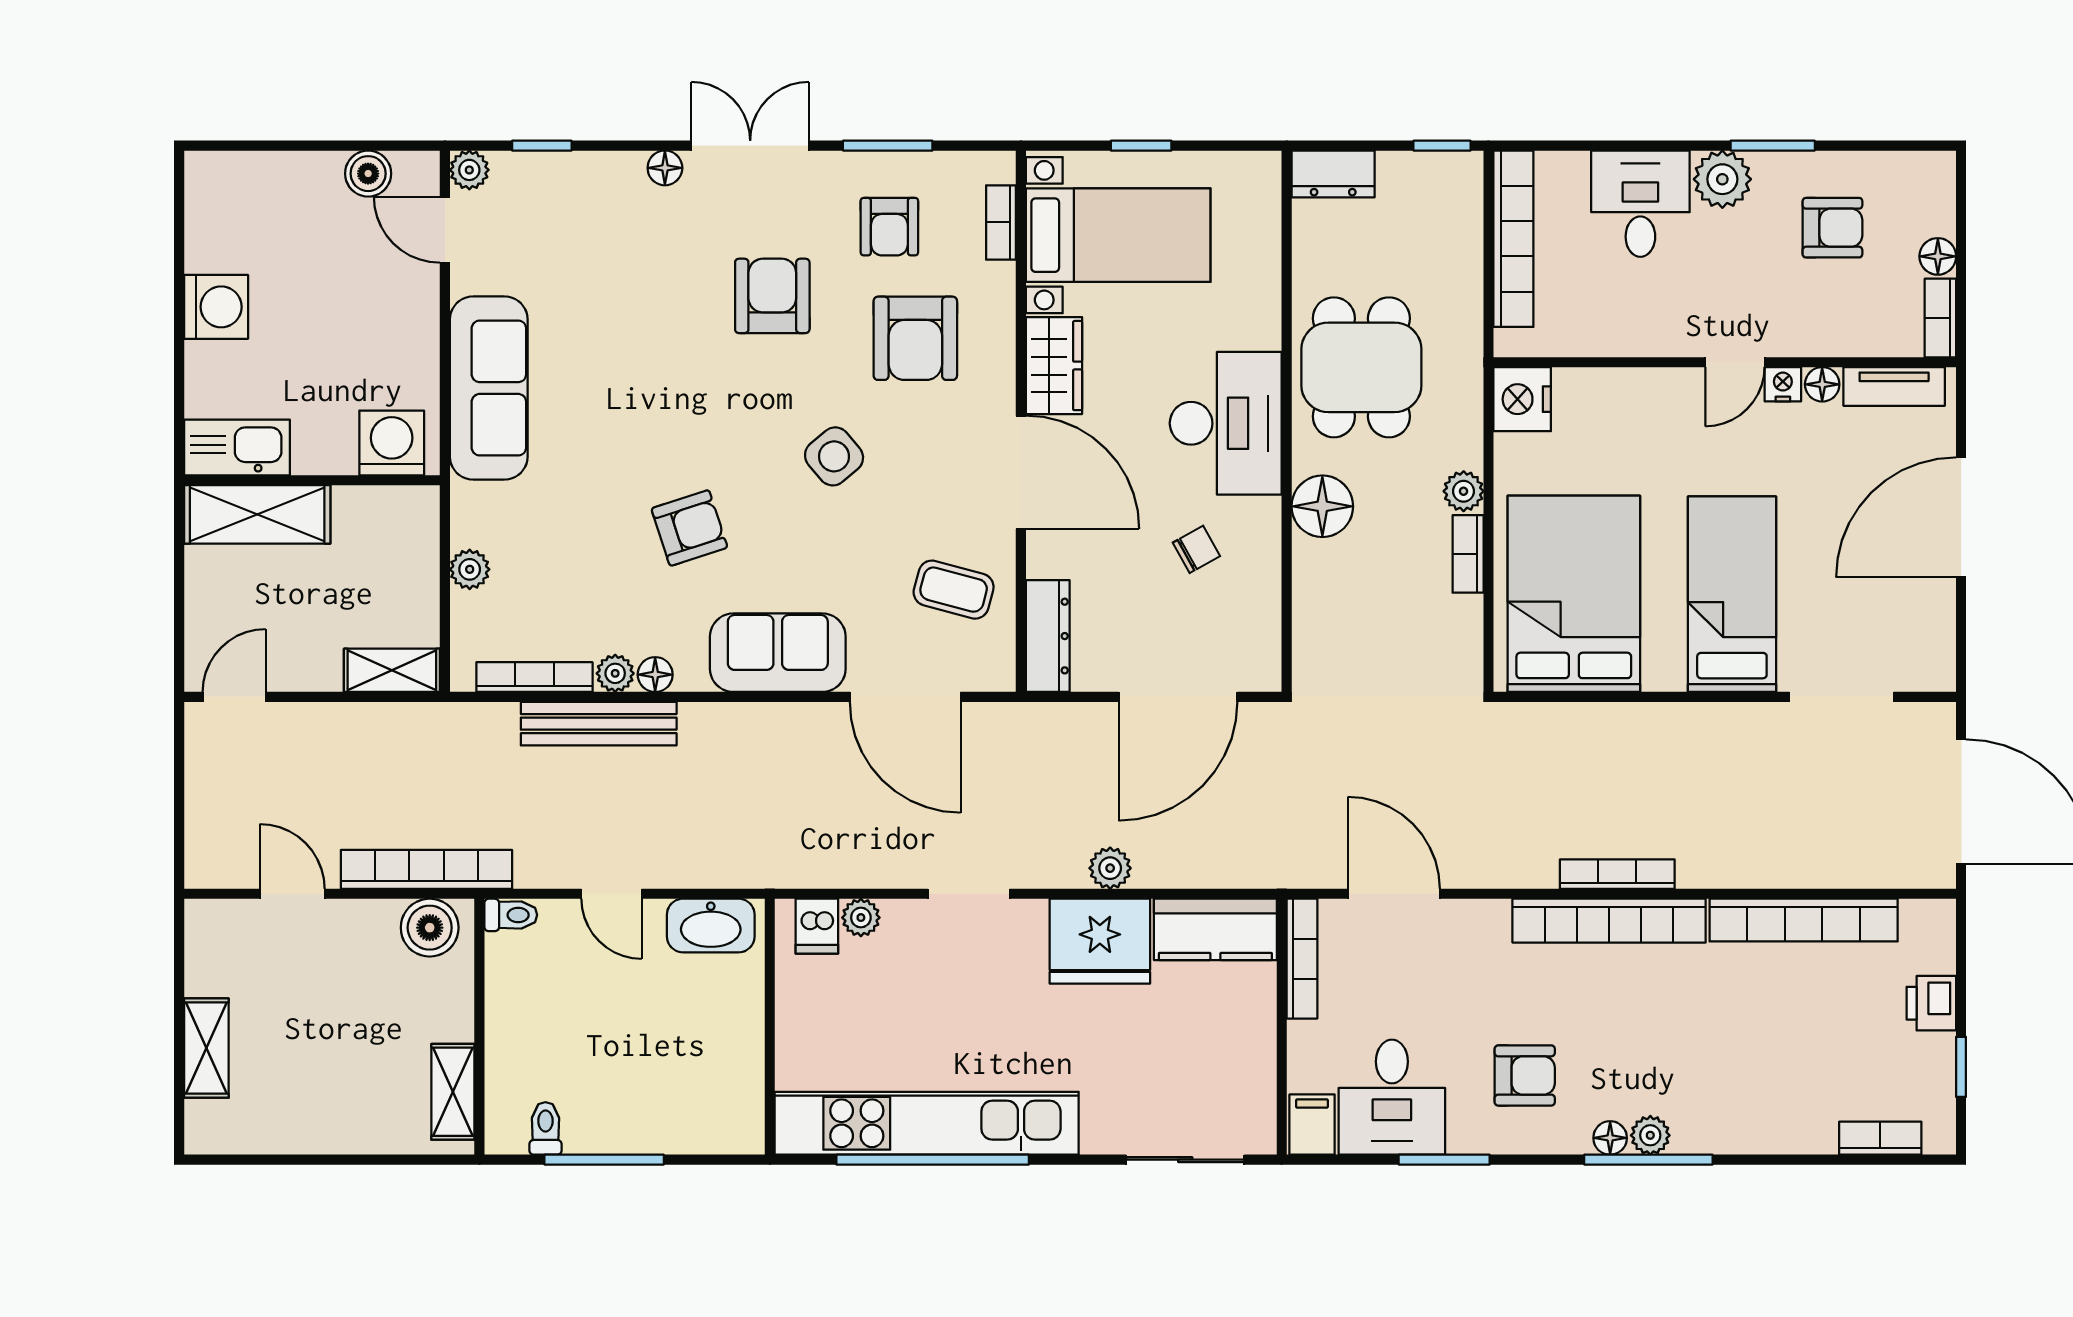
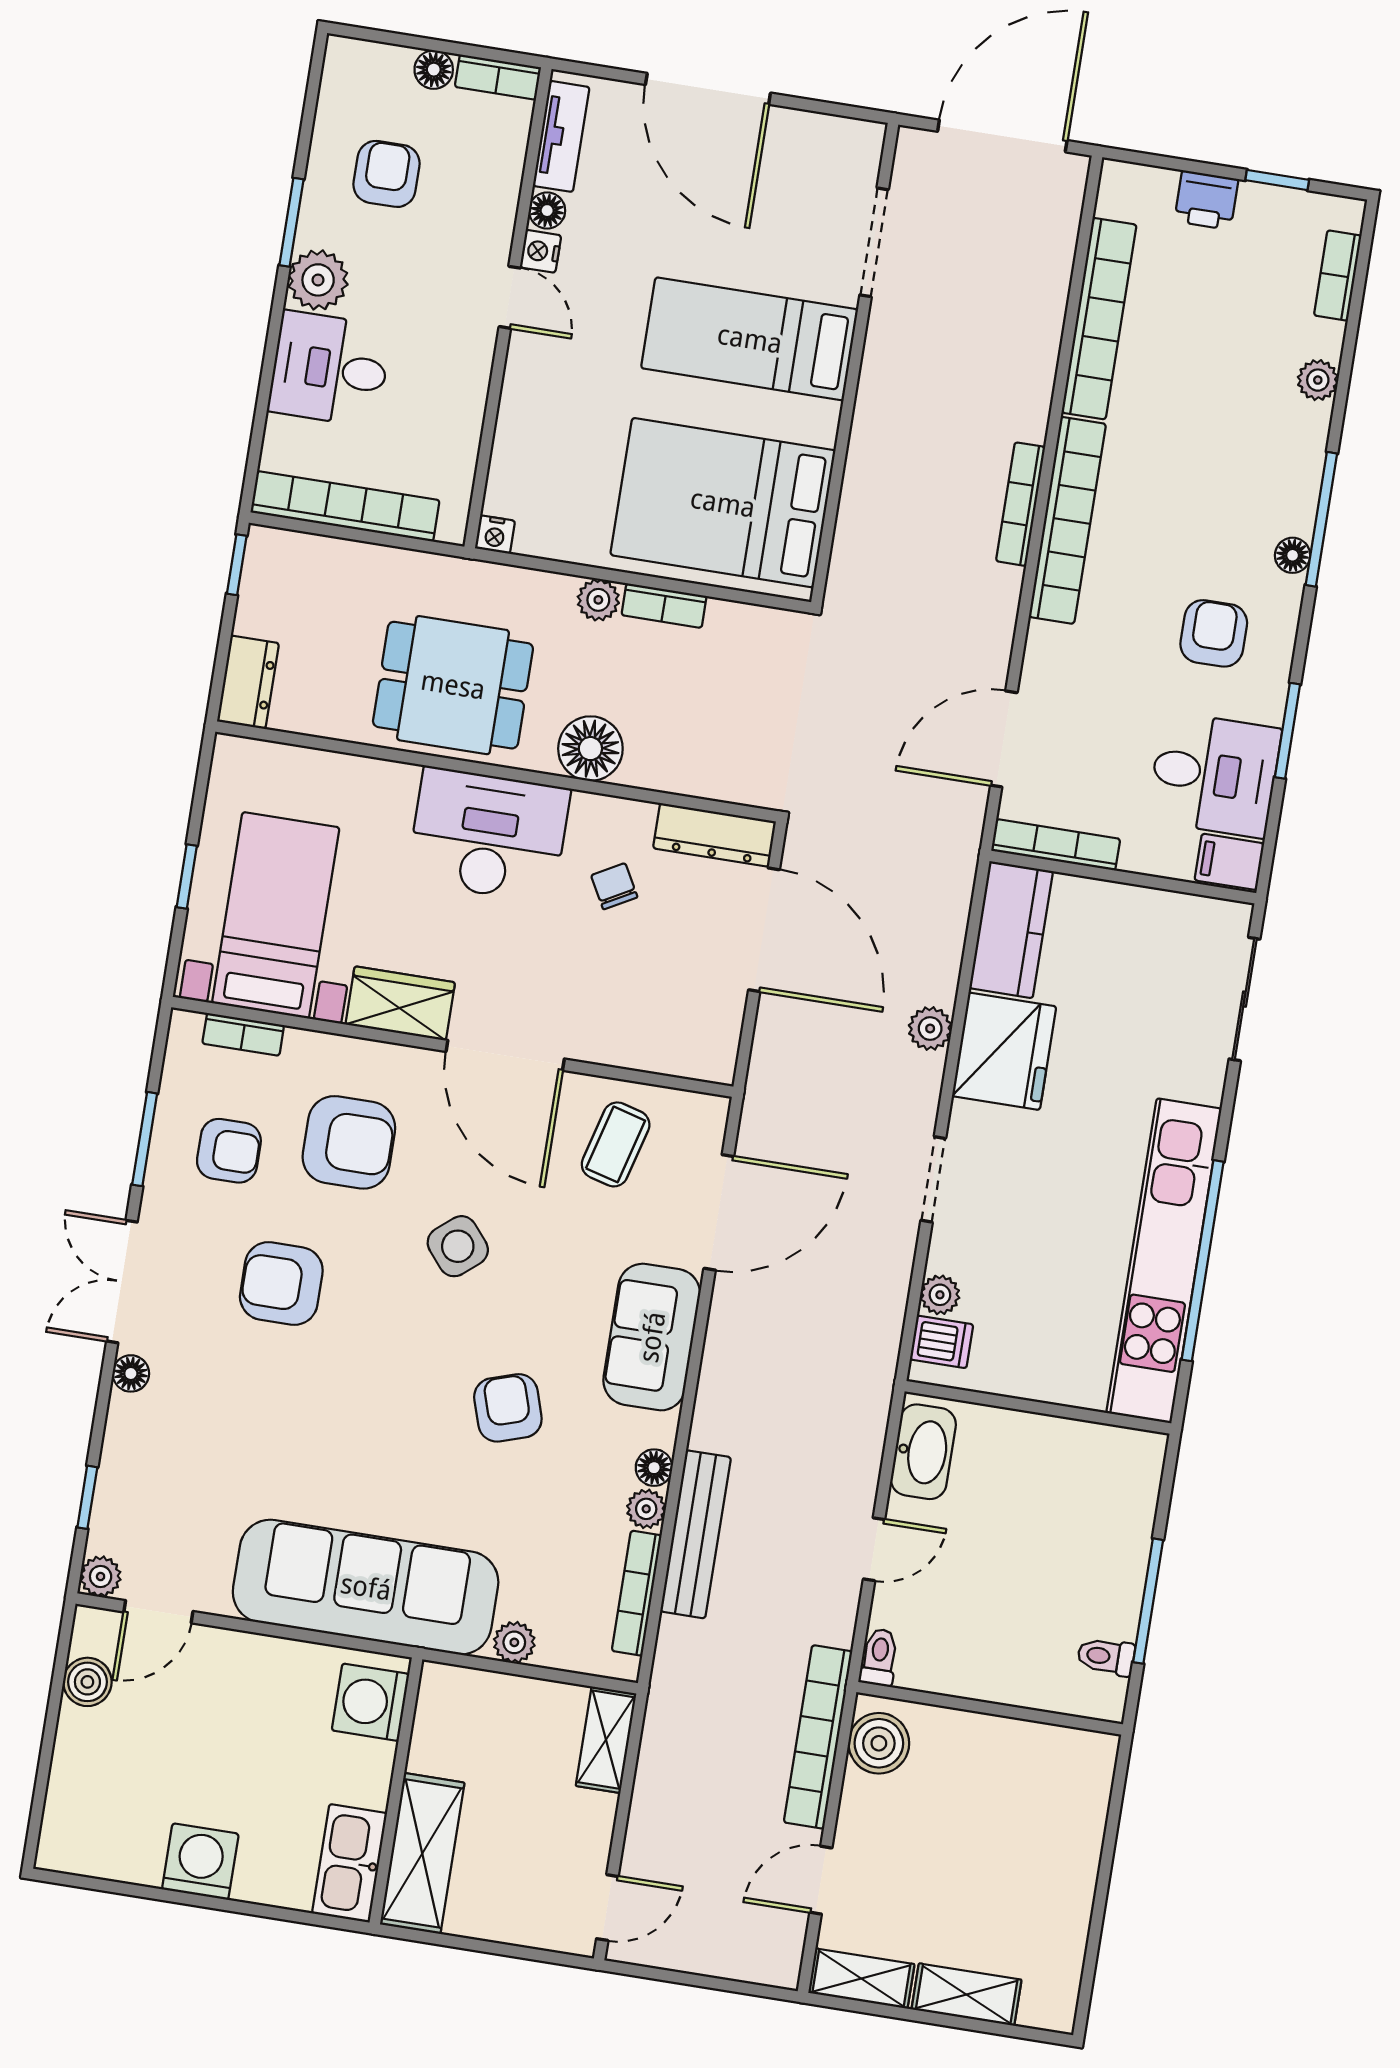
sofa: (489, 388) -> (366, 1587), width x1.36, depth x1.27
nightstand: (1522, 399) -> (495, 535), width x0.53, depth x0.56
door: (1021, 472) -> (505, 1055), swing flipped
dresser: (1048, 636) -> (715, 835), moved, turned 180
door: (234, 697) -> (607, 1908), swing flipped
shelving: (453, 1092) -> (861, 1979), moved
plant: (1650, 1135) -> (1318, 380), moved

